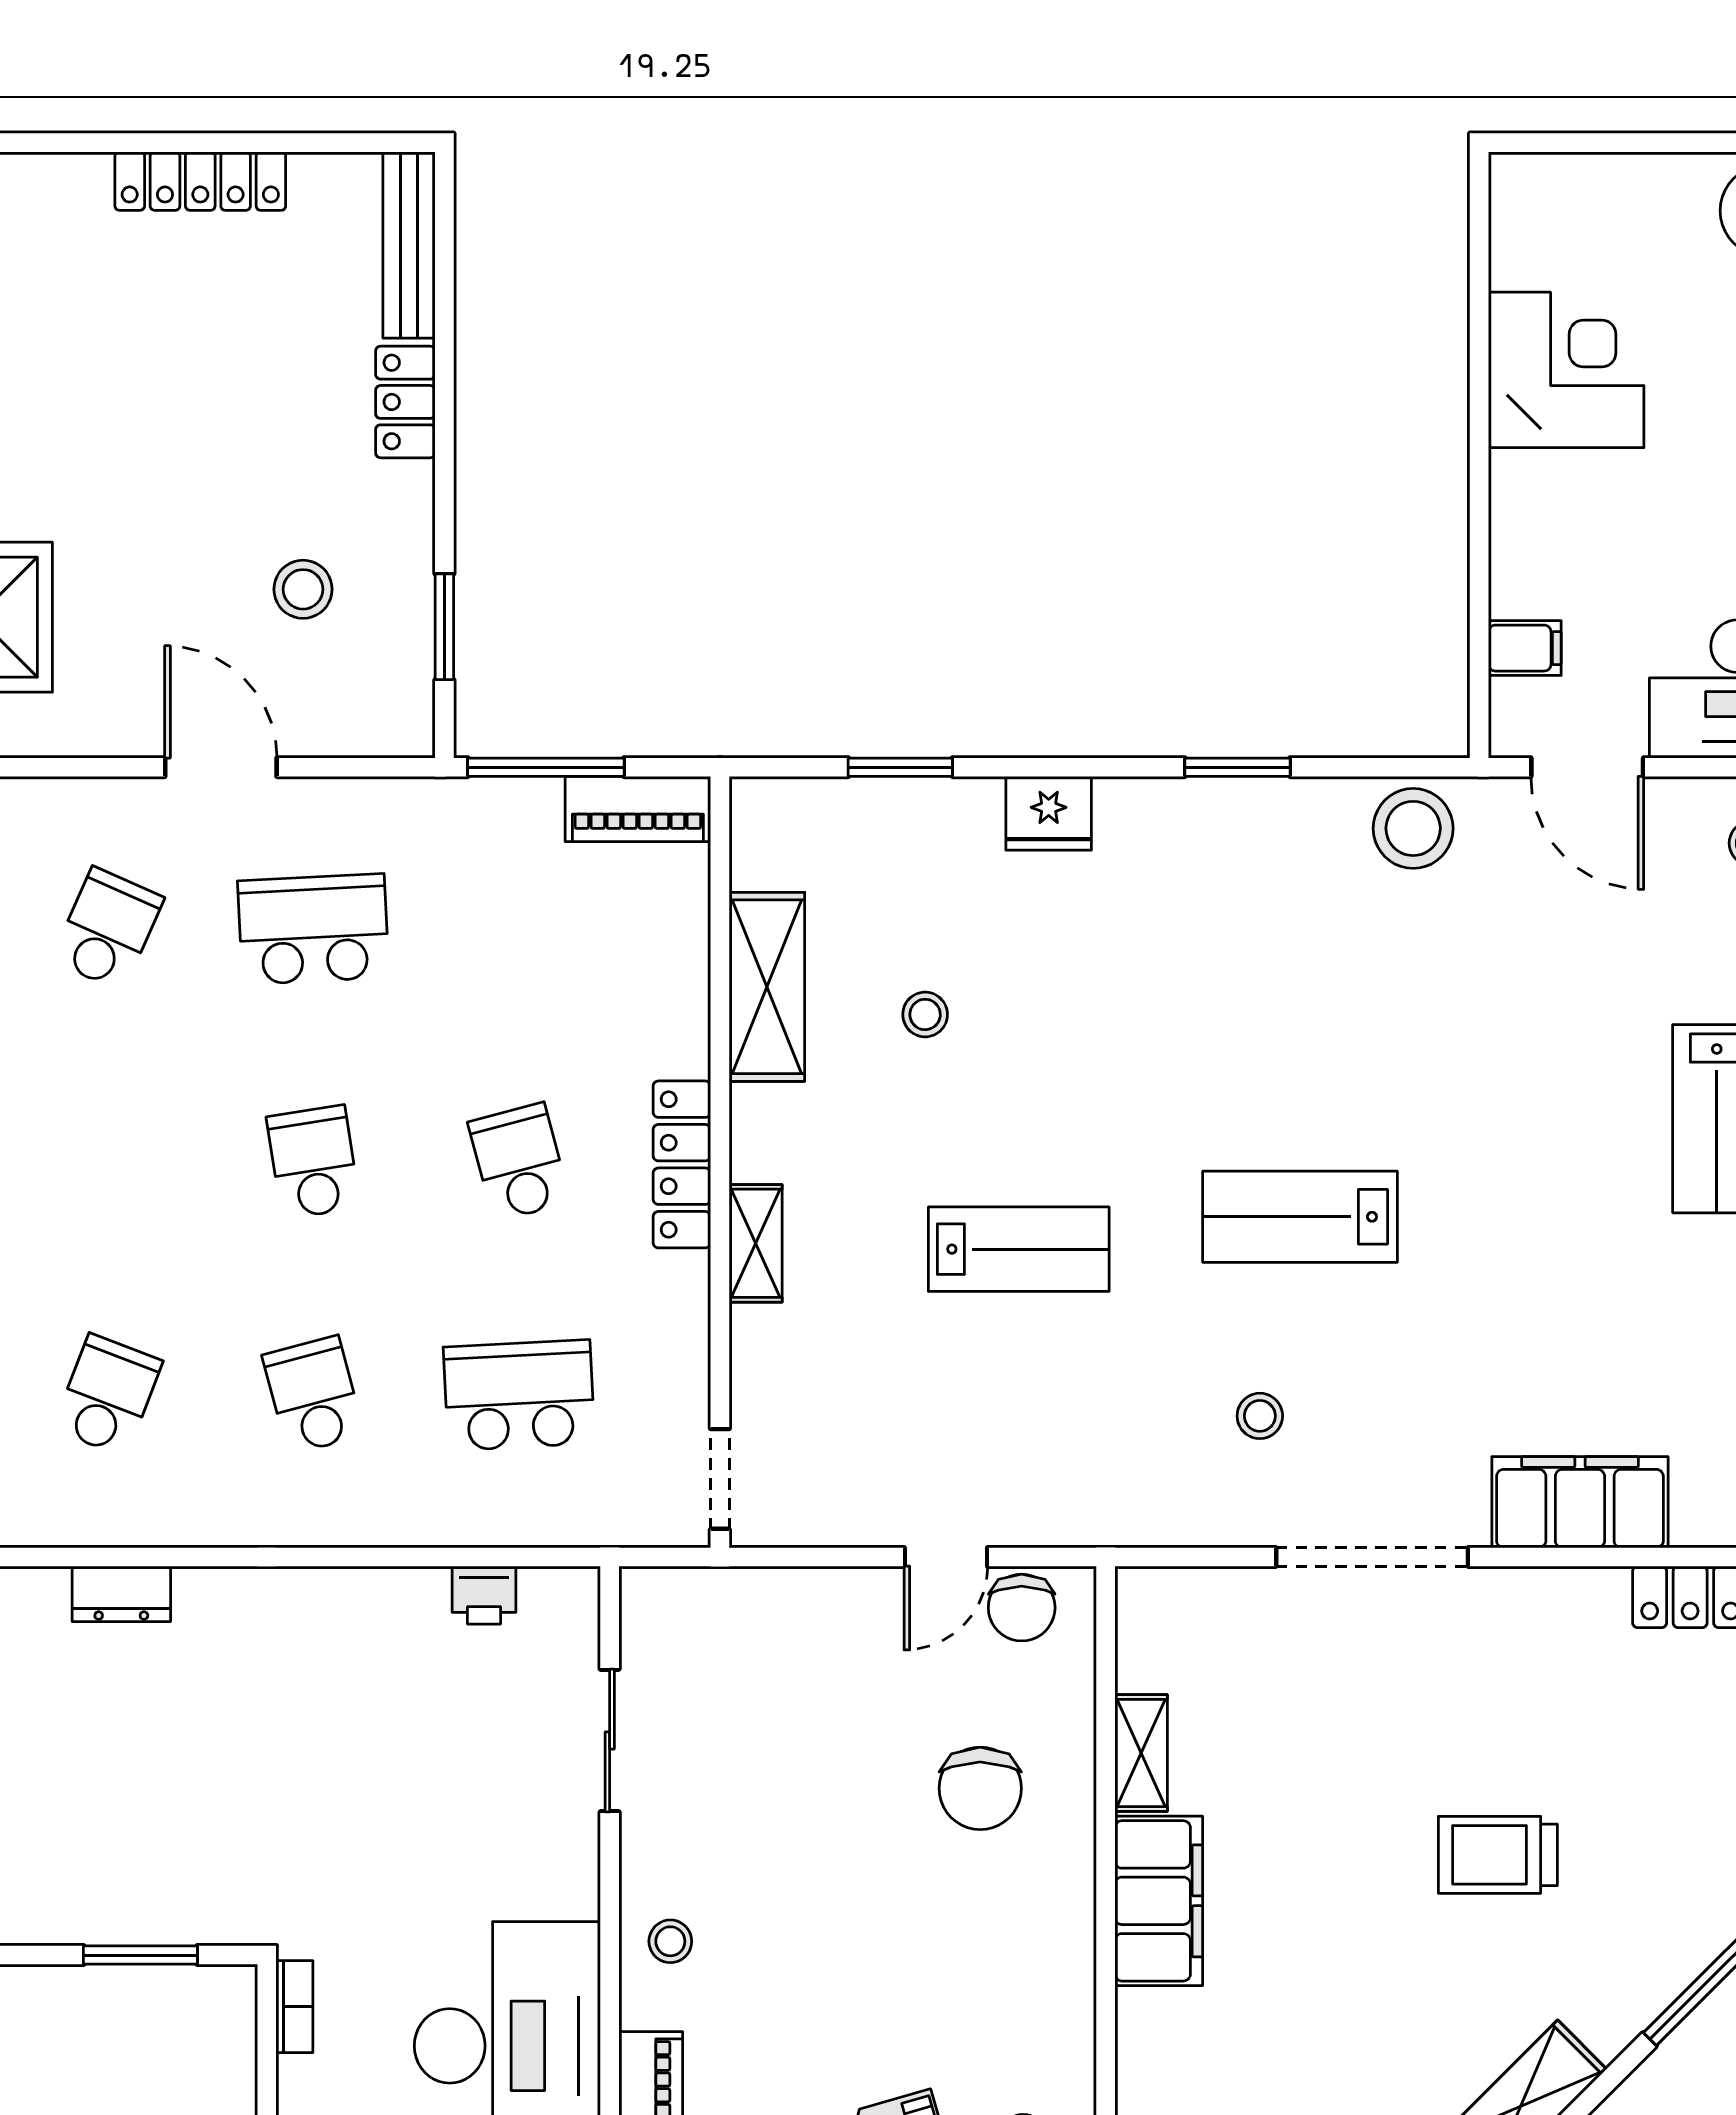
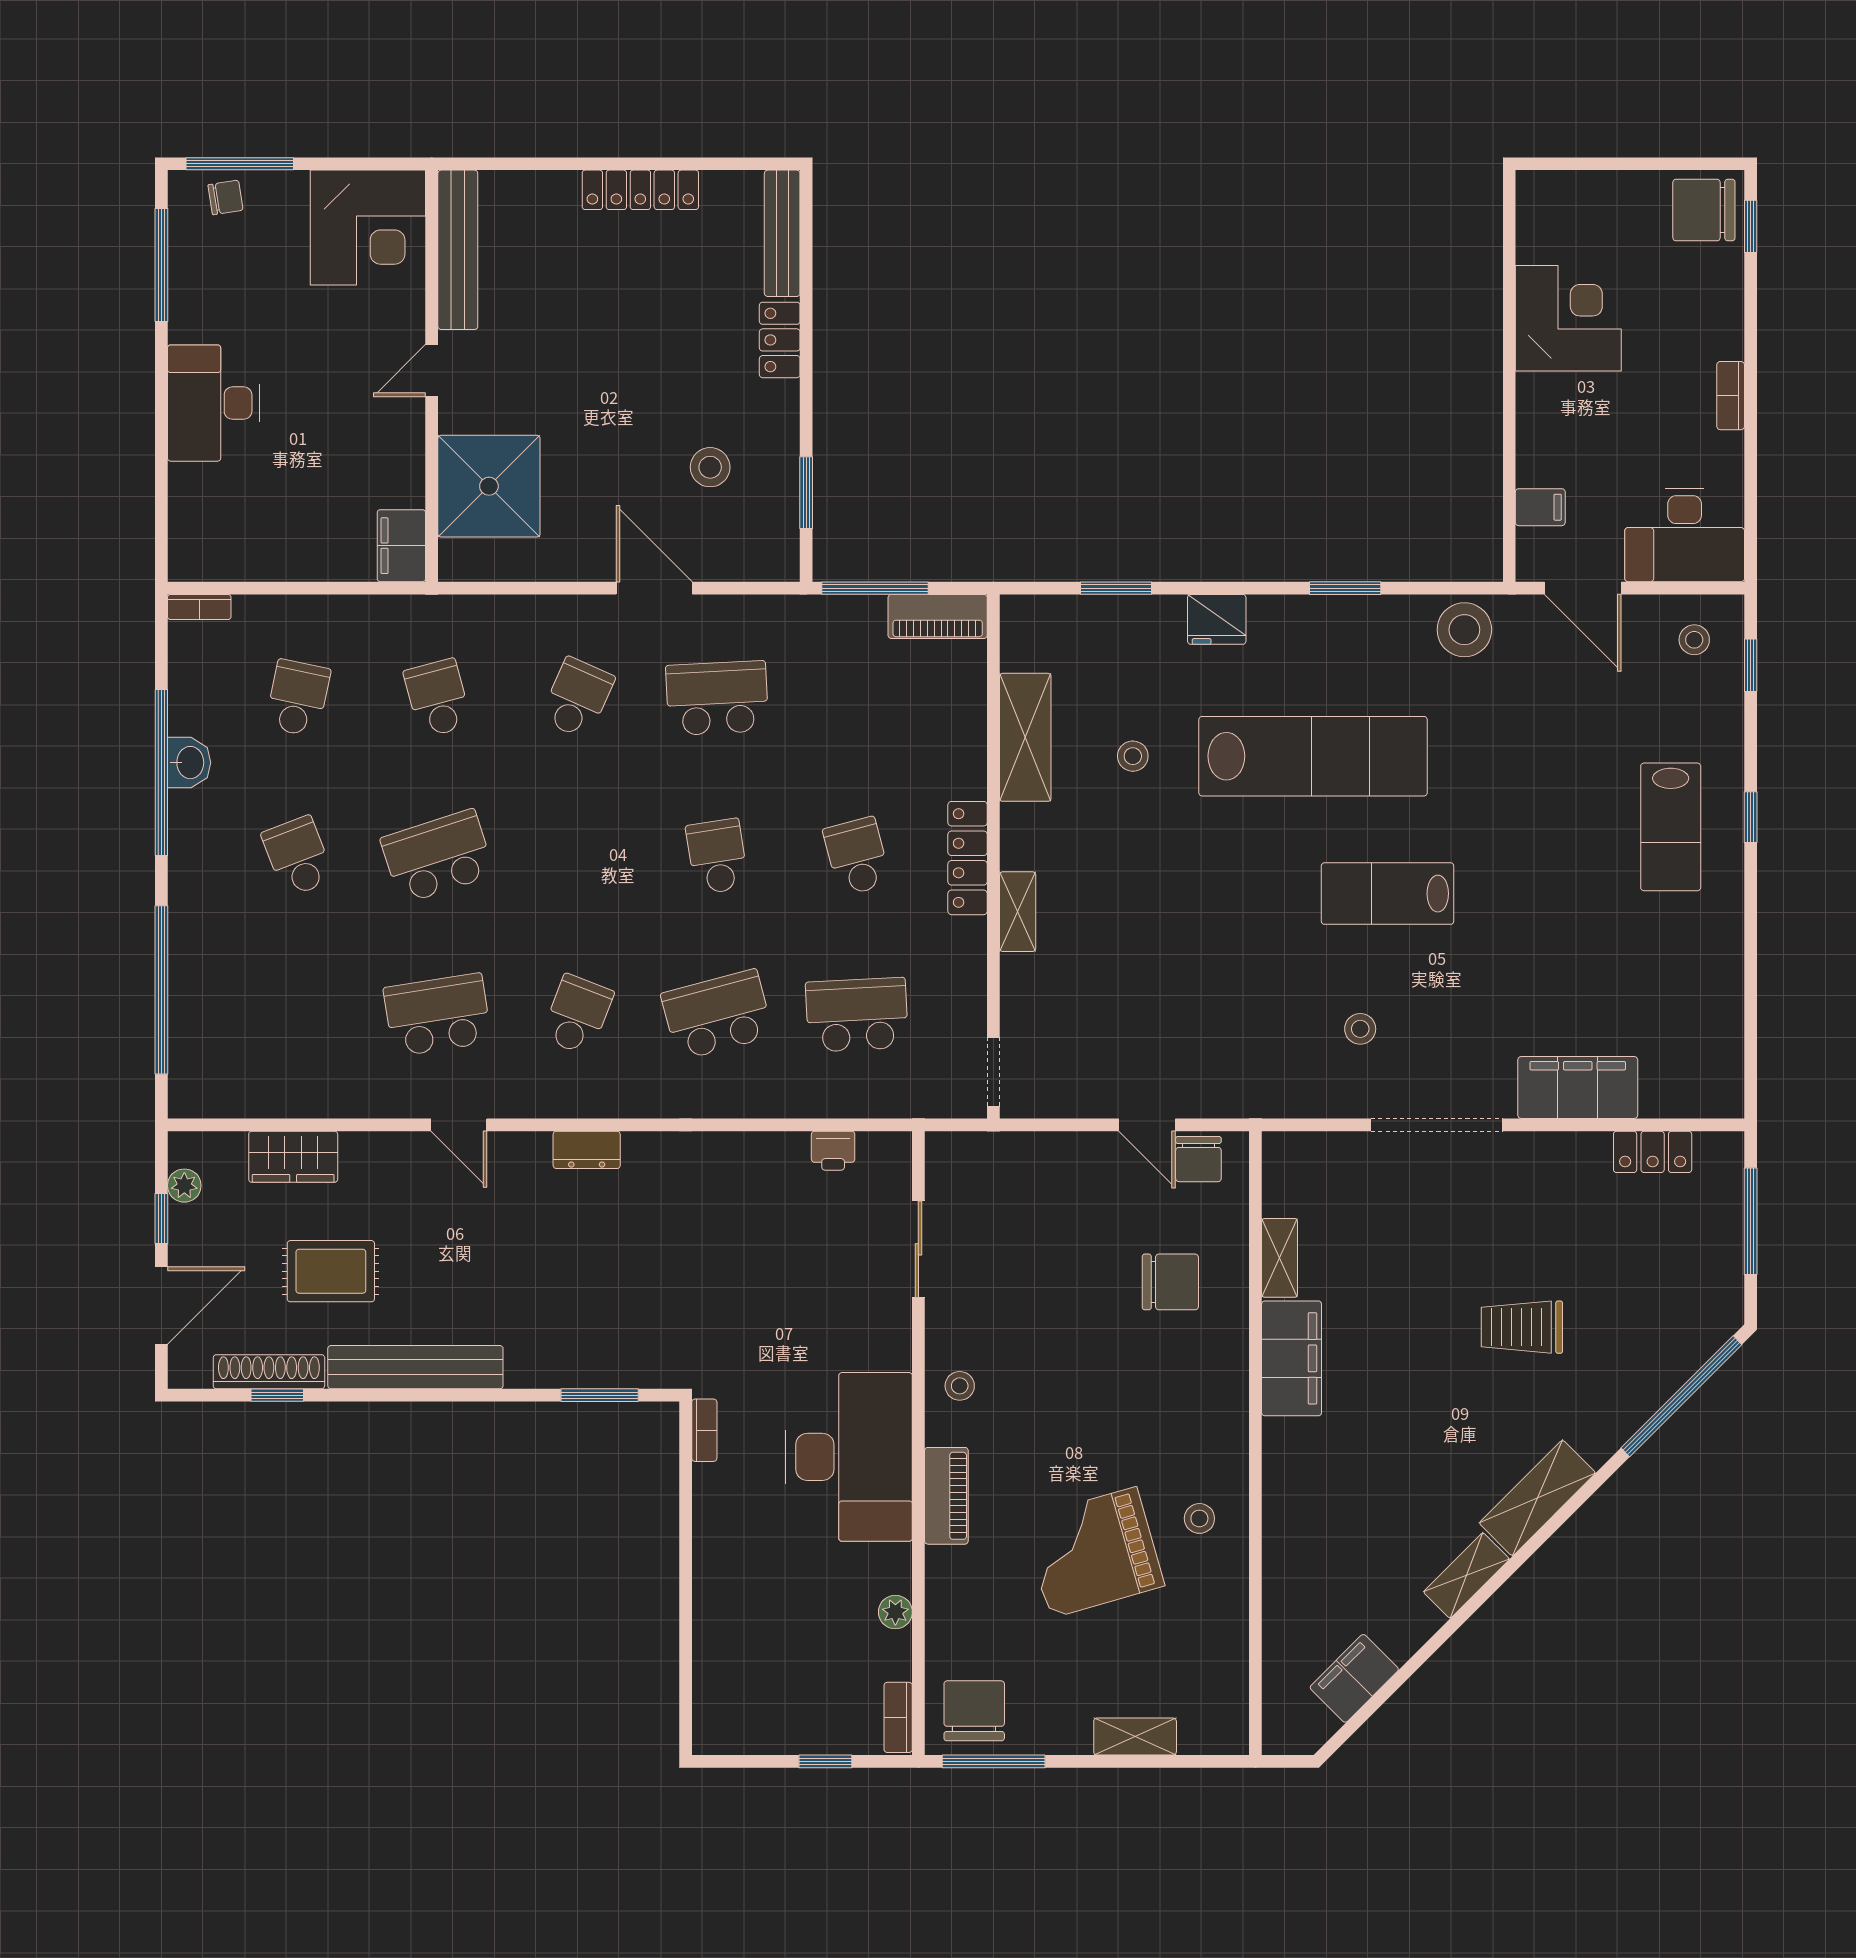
lab bench: (1019, 1249) -> (1313, 756), moved, width x1.86, depth x1.39
school desk: (313, 1395) -> (717, 1015), width x1.85
door: (946, 1557) -> (1147, 1125), hinge flipped
chair: (980, 1788) -> (1170, 1282), turned -90

